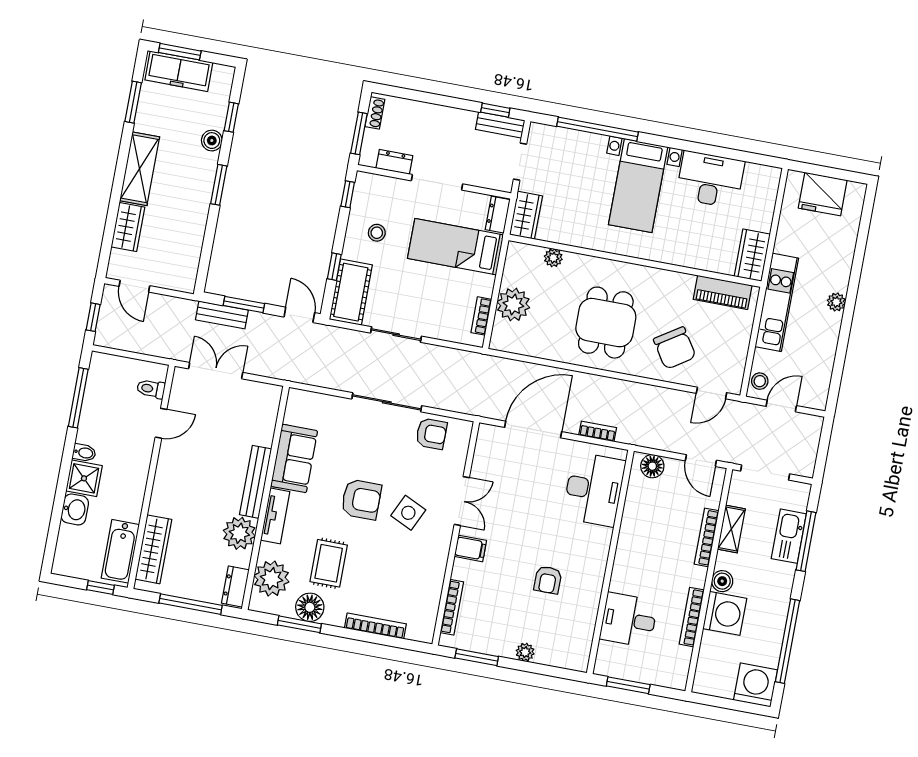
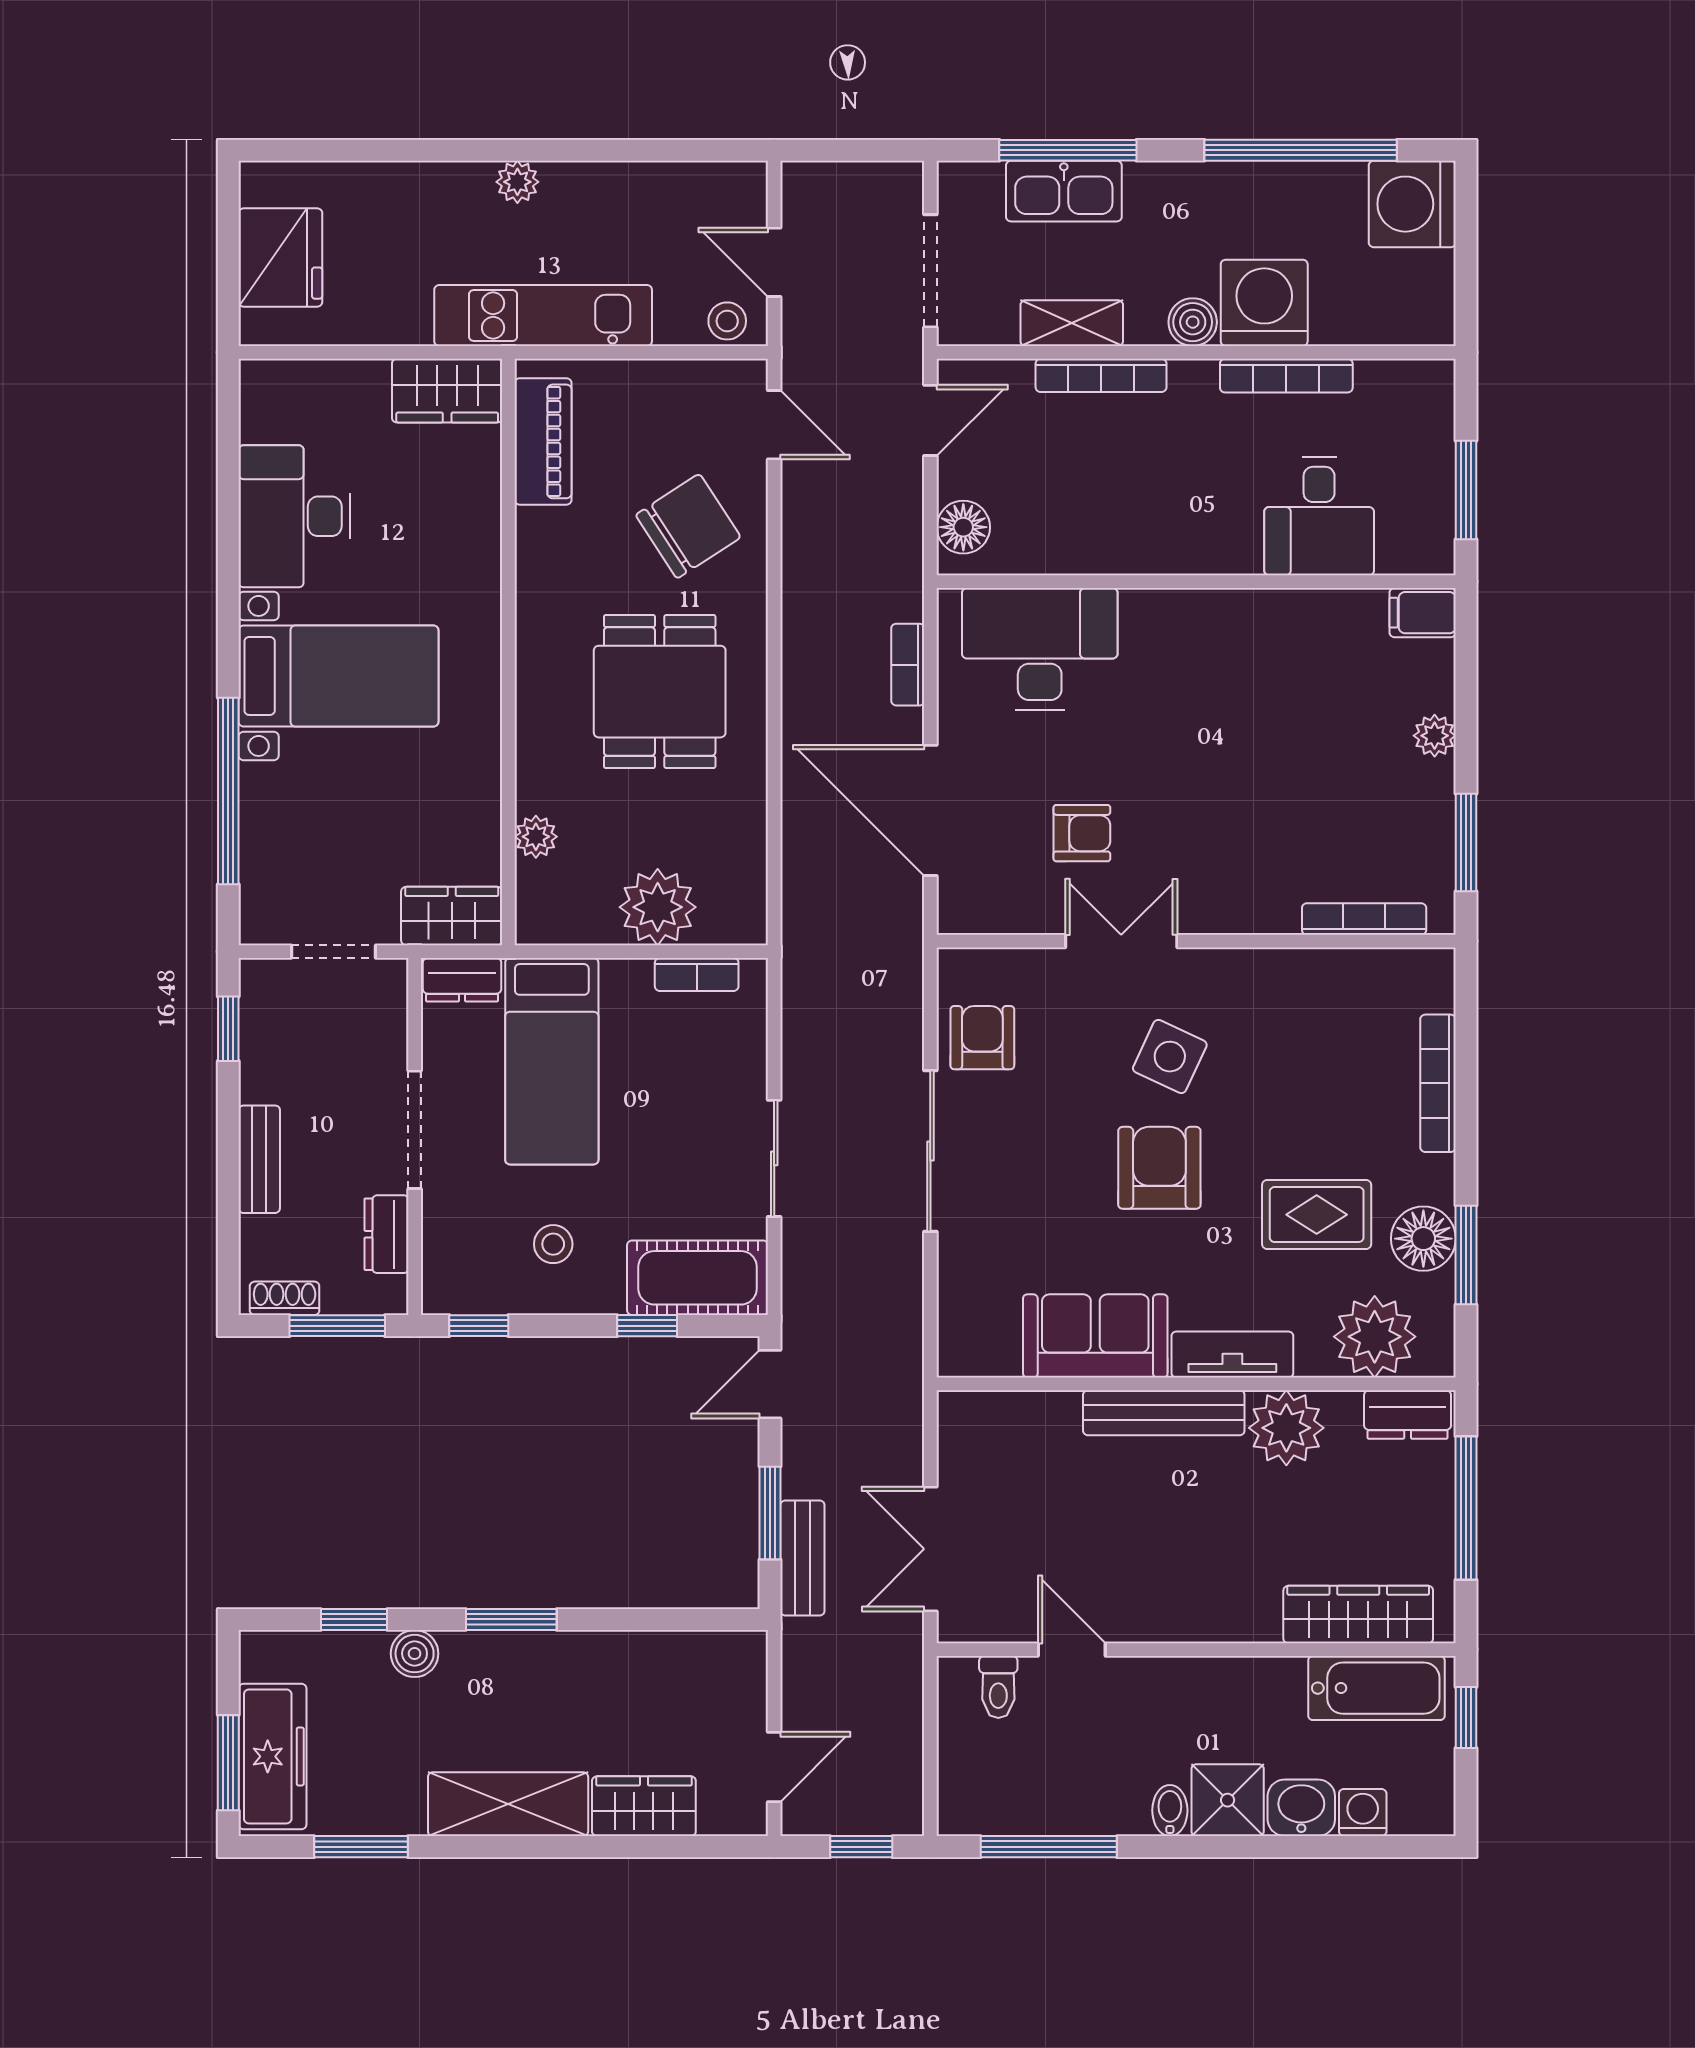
bench: (500, 125) -> (259, 1159), moved
dining table: (606, 323) -> (660, 692), turned 90
washing machine: (68, 535) -> (1363, 1813), added
filing cabinet: (470, 548) -> (1423, 613), moved, turned -90
armchair: (548, 580) -> (1082, 833), moved

